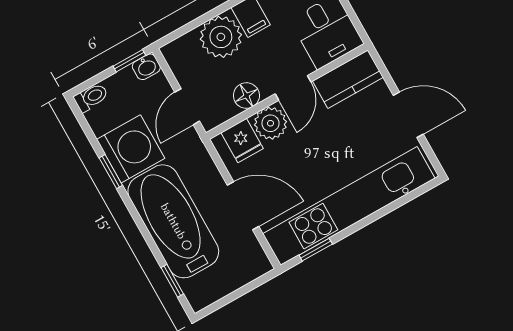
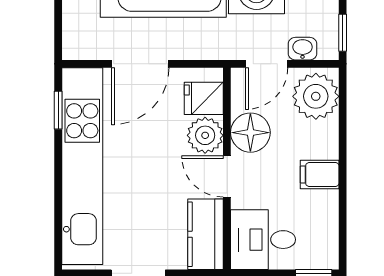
plant: (221, 37) -> (316, 96), moved
washbasin: (146, 67) -> (303, 49), moved, turned 90
floor lamp: (246, 96) -> (250, 133), width x1.38, depth x1.38
door: (187, 107) -> (267, 64), swing flipped

